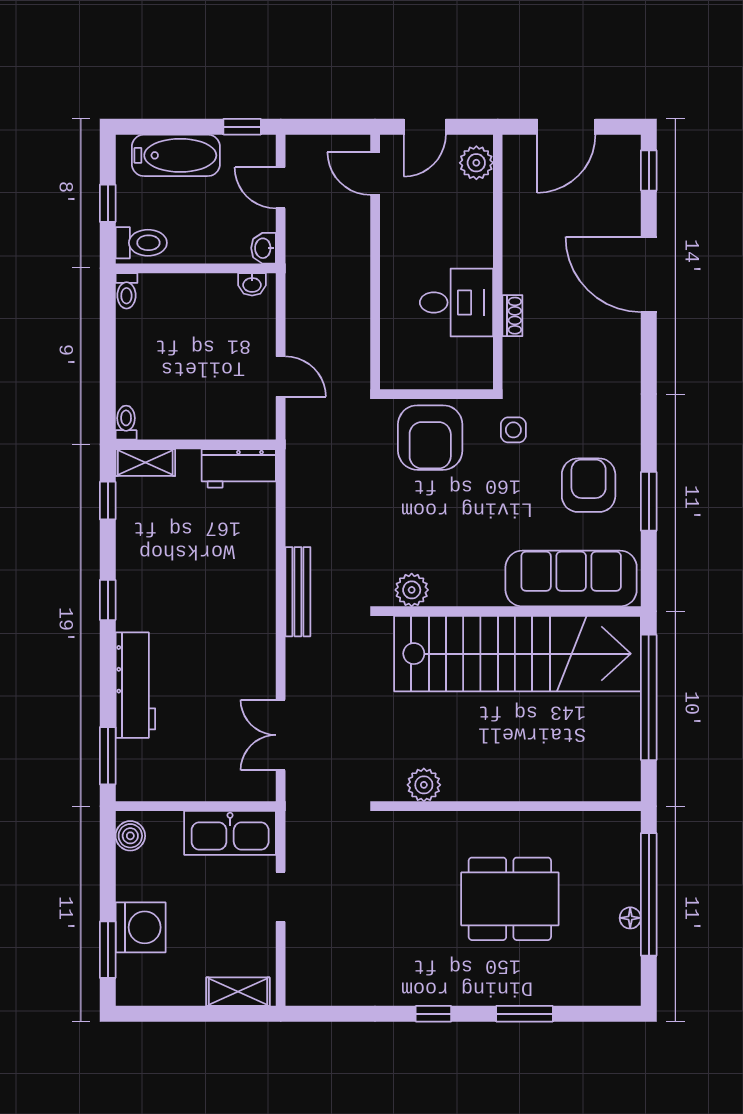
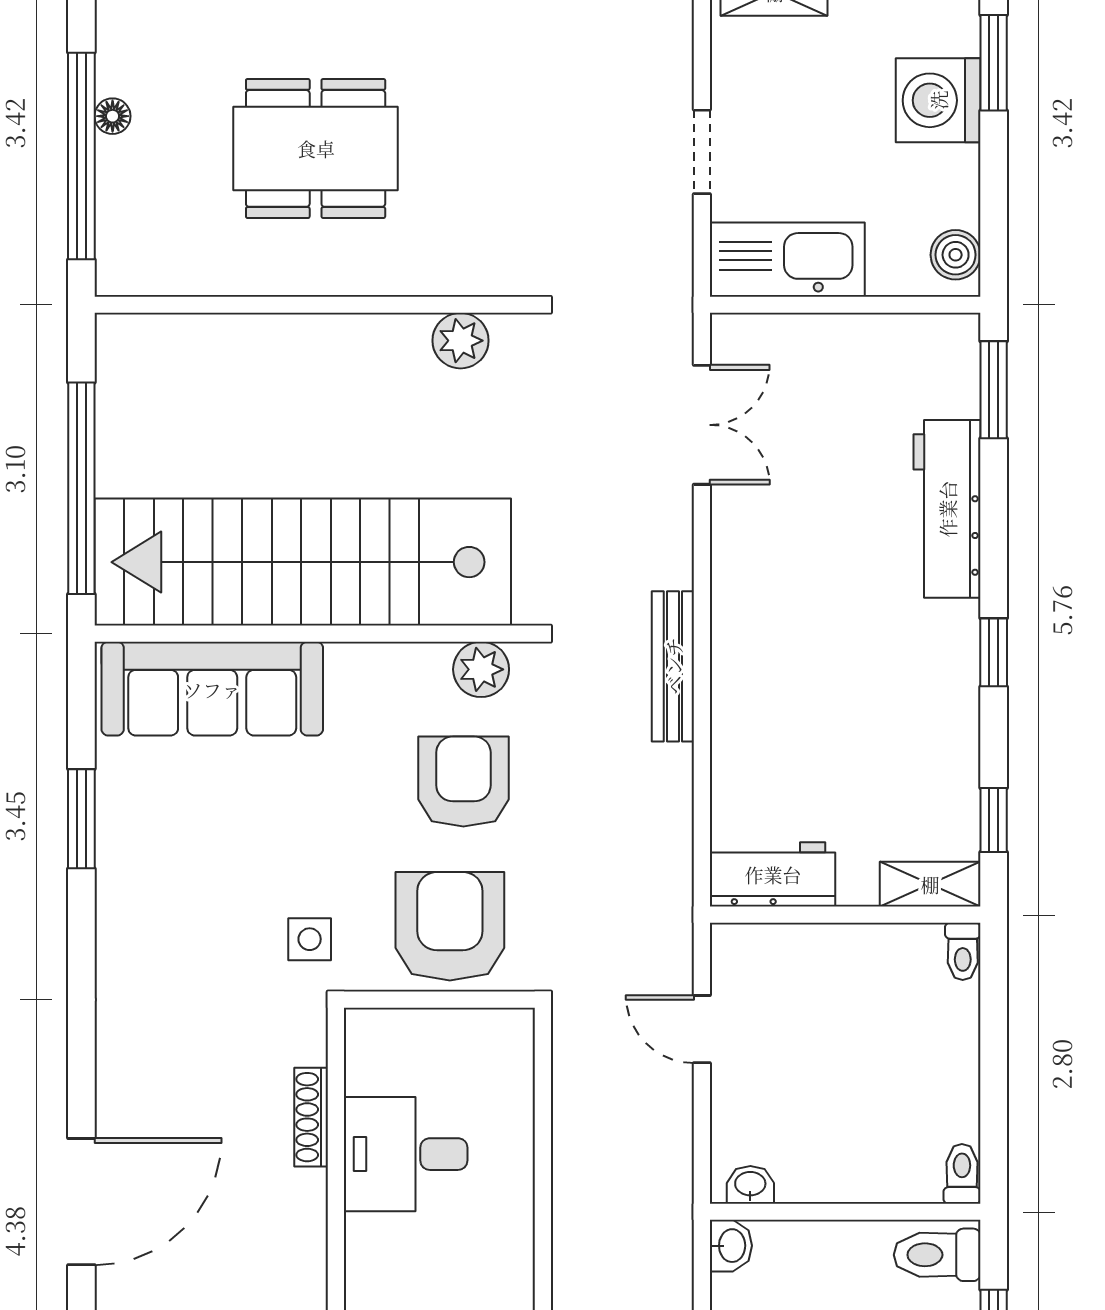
door: (649, 274) -> (81, 1202), hinge flipped
shoe rack: (512, 316) -> (311, 1117), width x1.43
armchair: (589, 485) -> (463, 782), moved, turned 180

